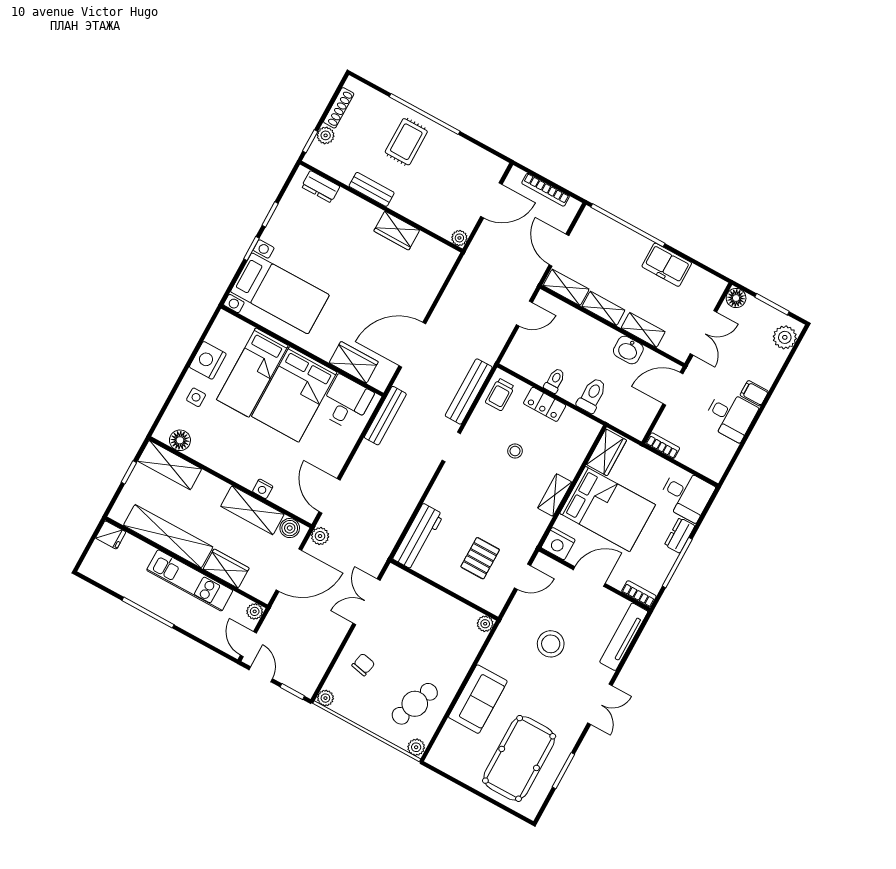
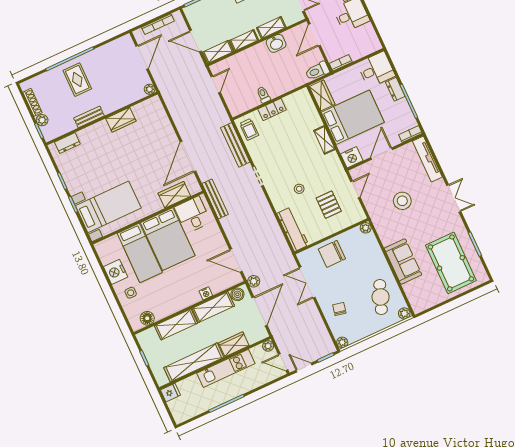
toilet: (592, 395) -> (317, 71), moved, turned -90
stool: (515, 451) -> (299, 189), moved
shelving: (170, 465) -> (176, 324), moved
chair: (423, 606) -> (332, 254), added

